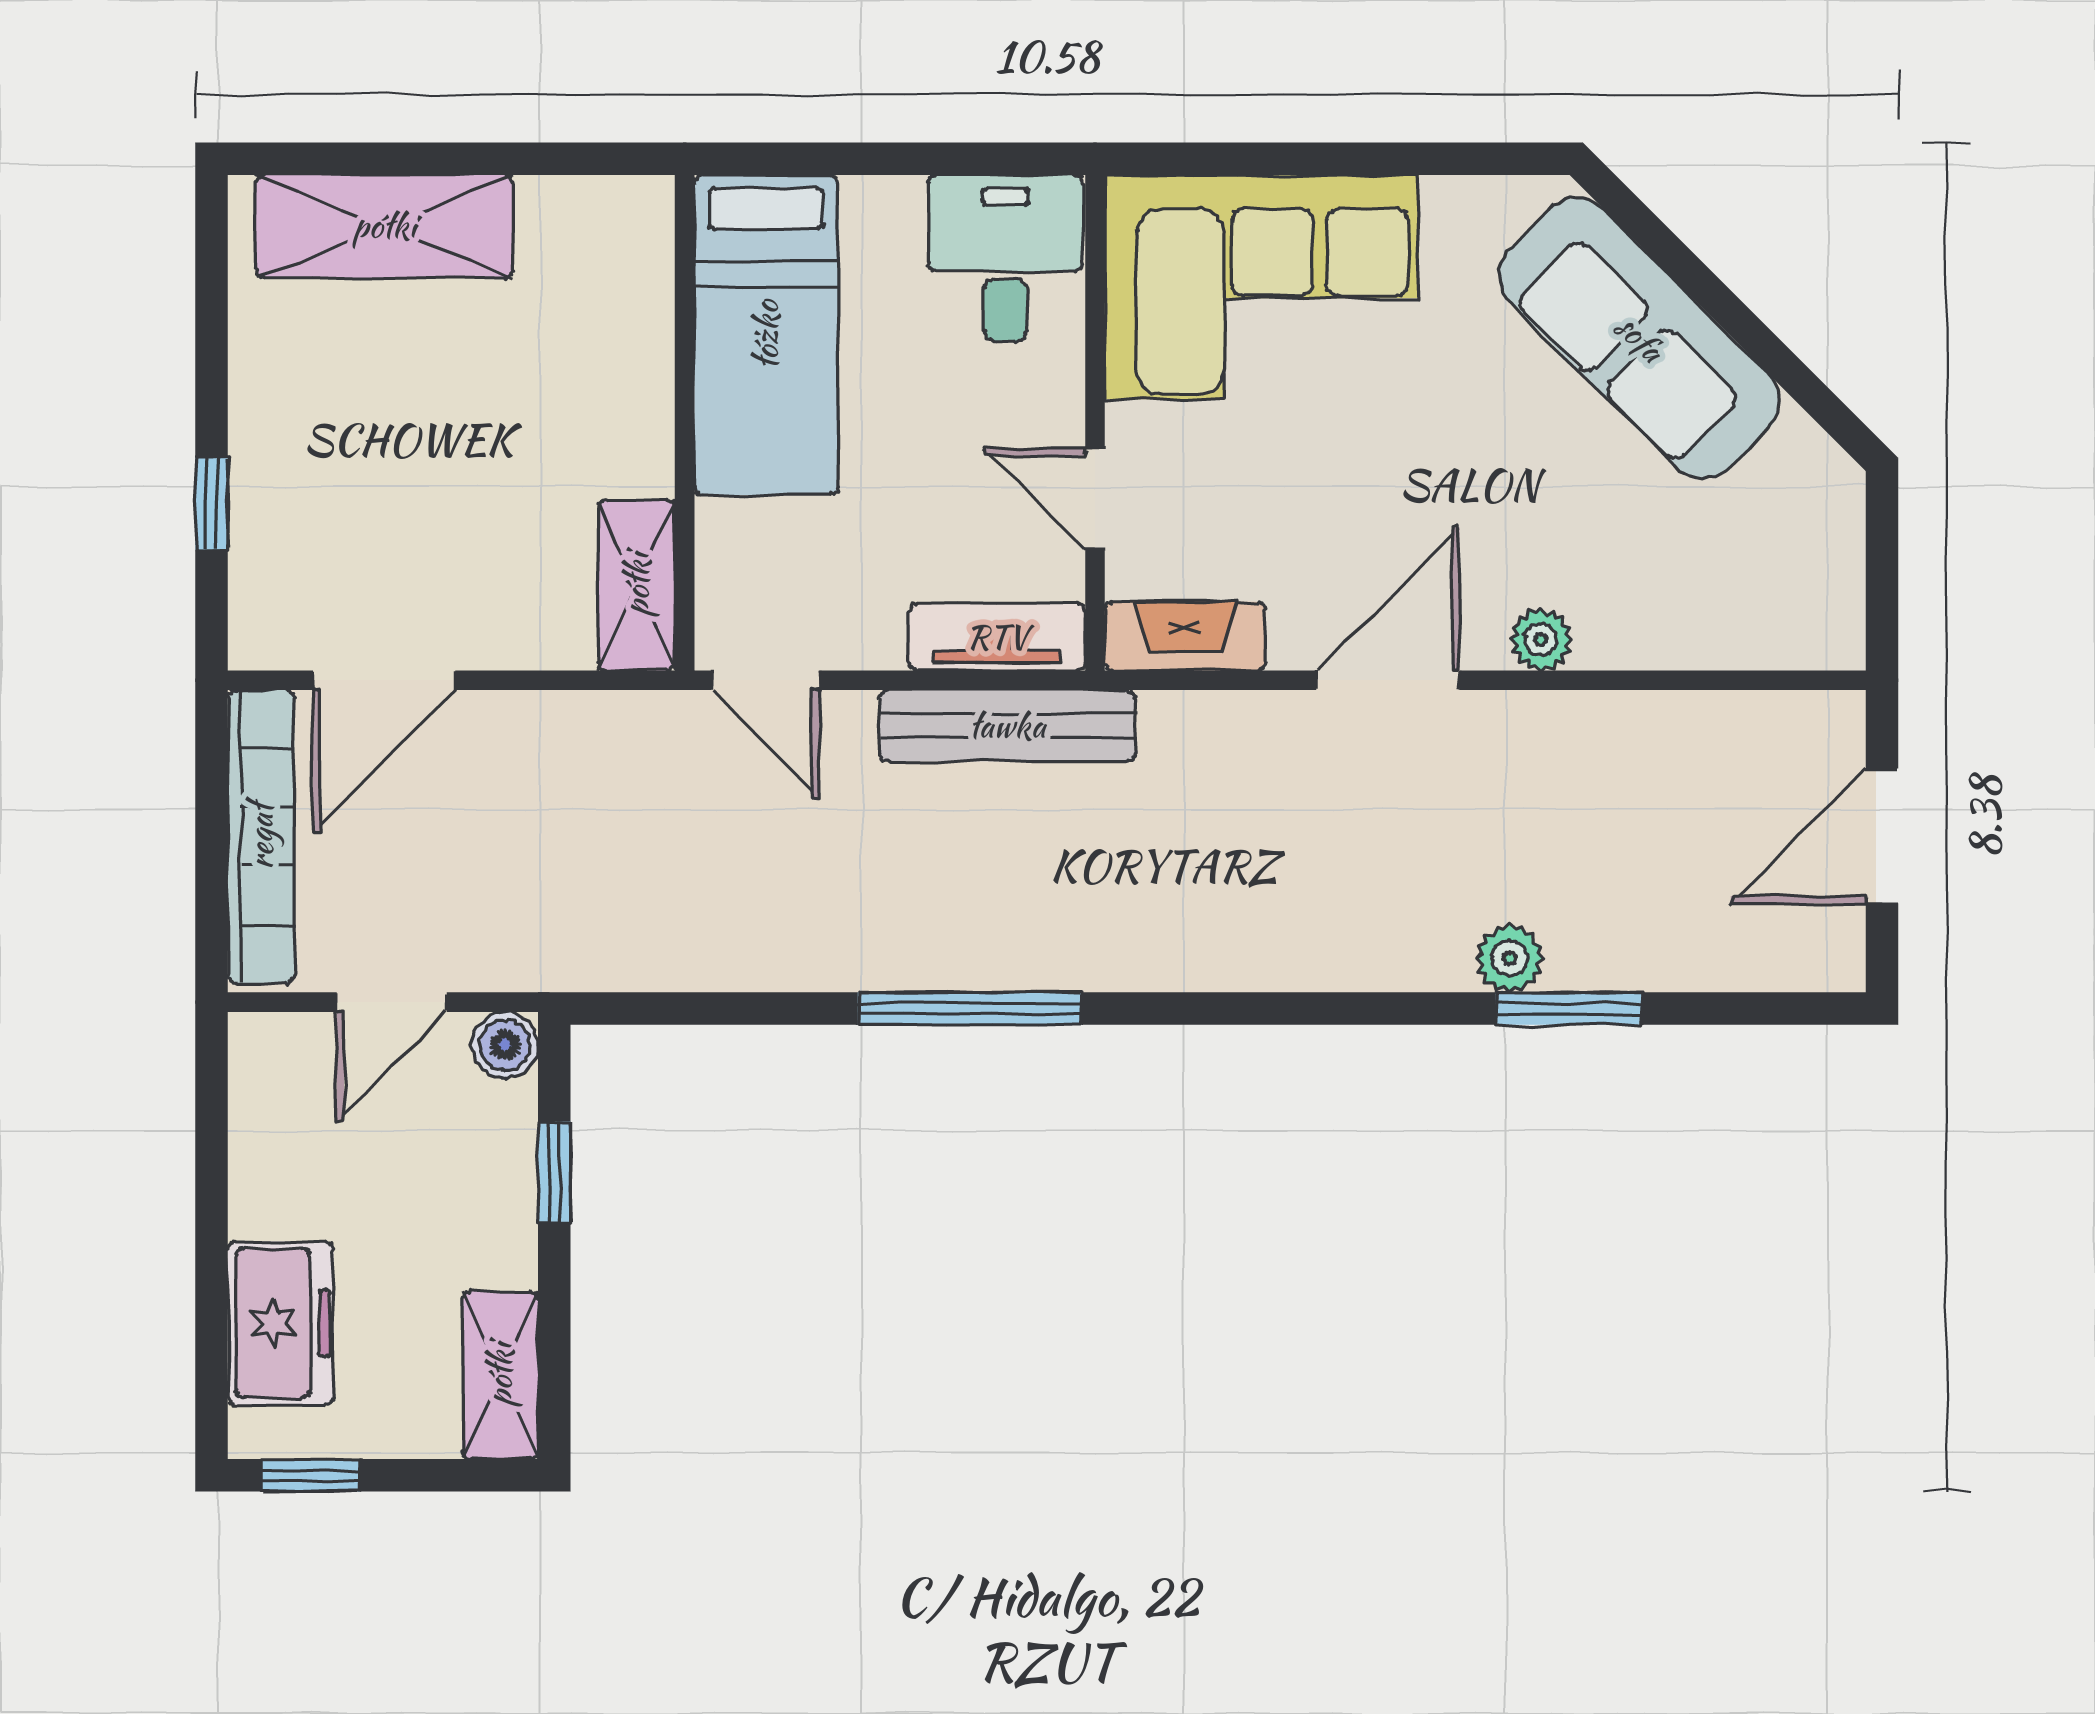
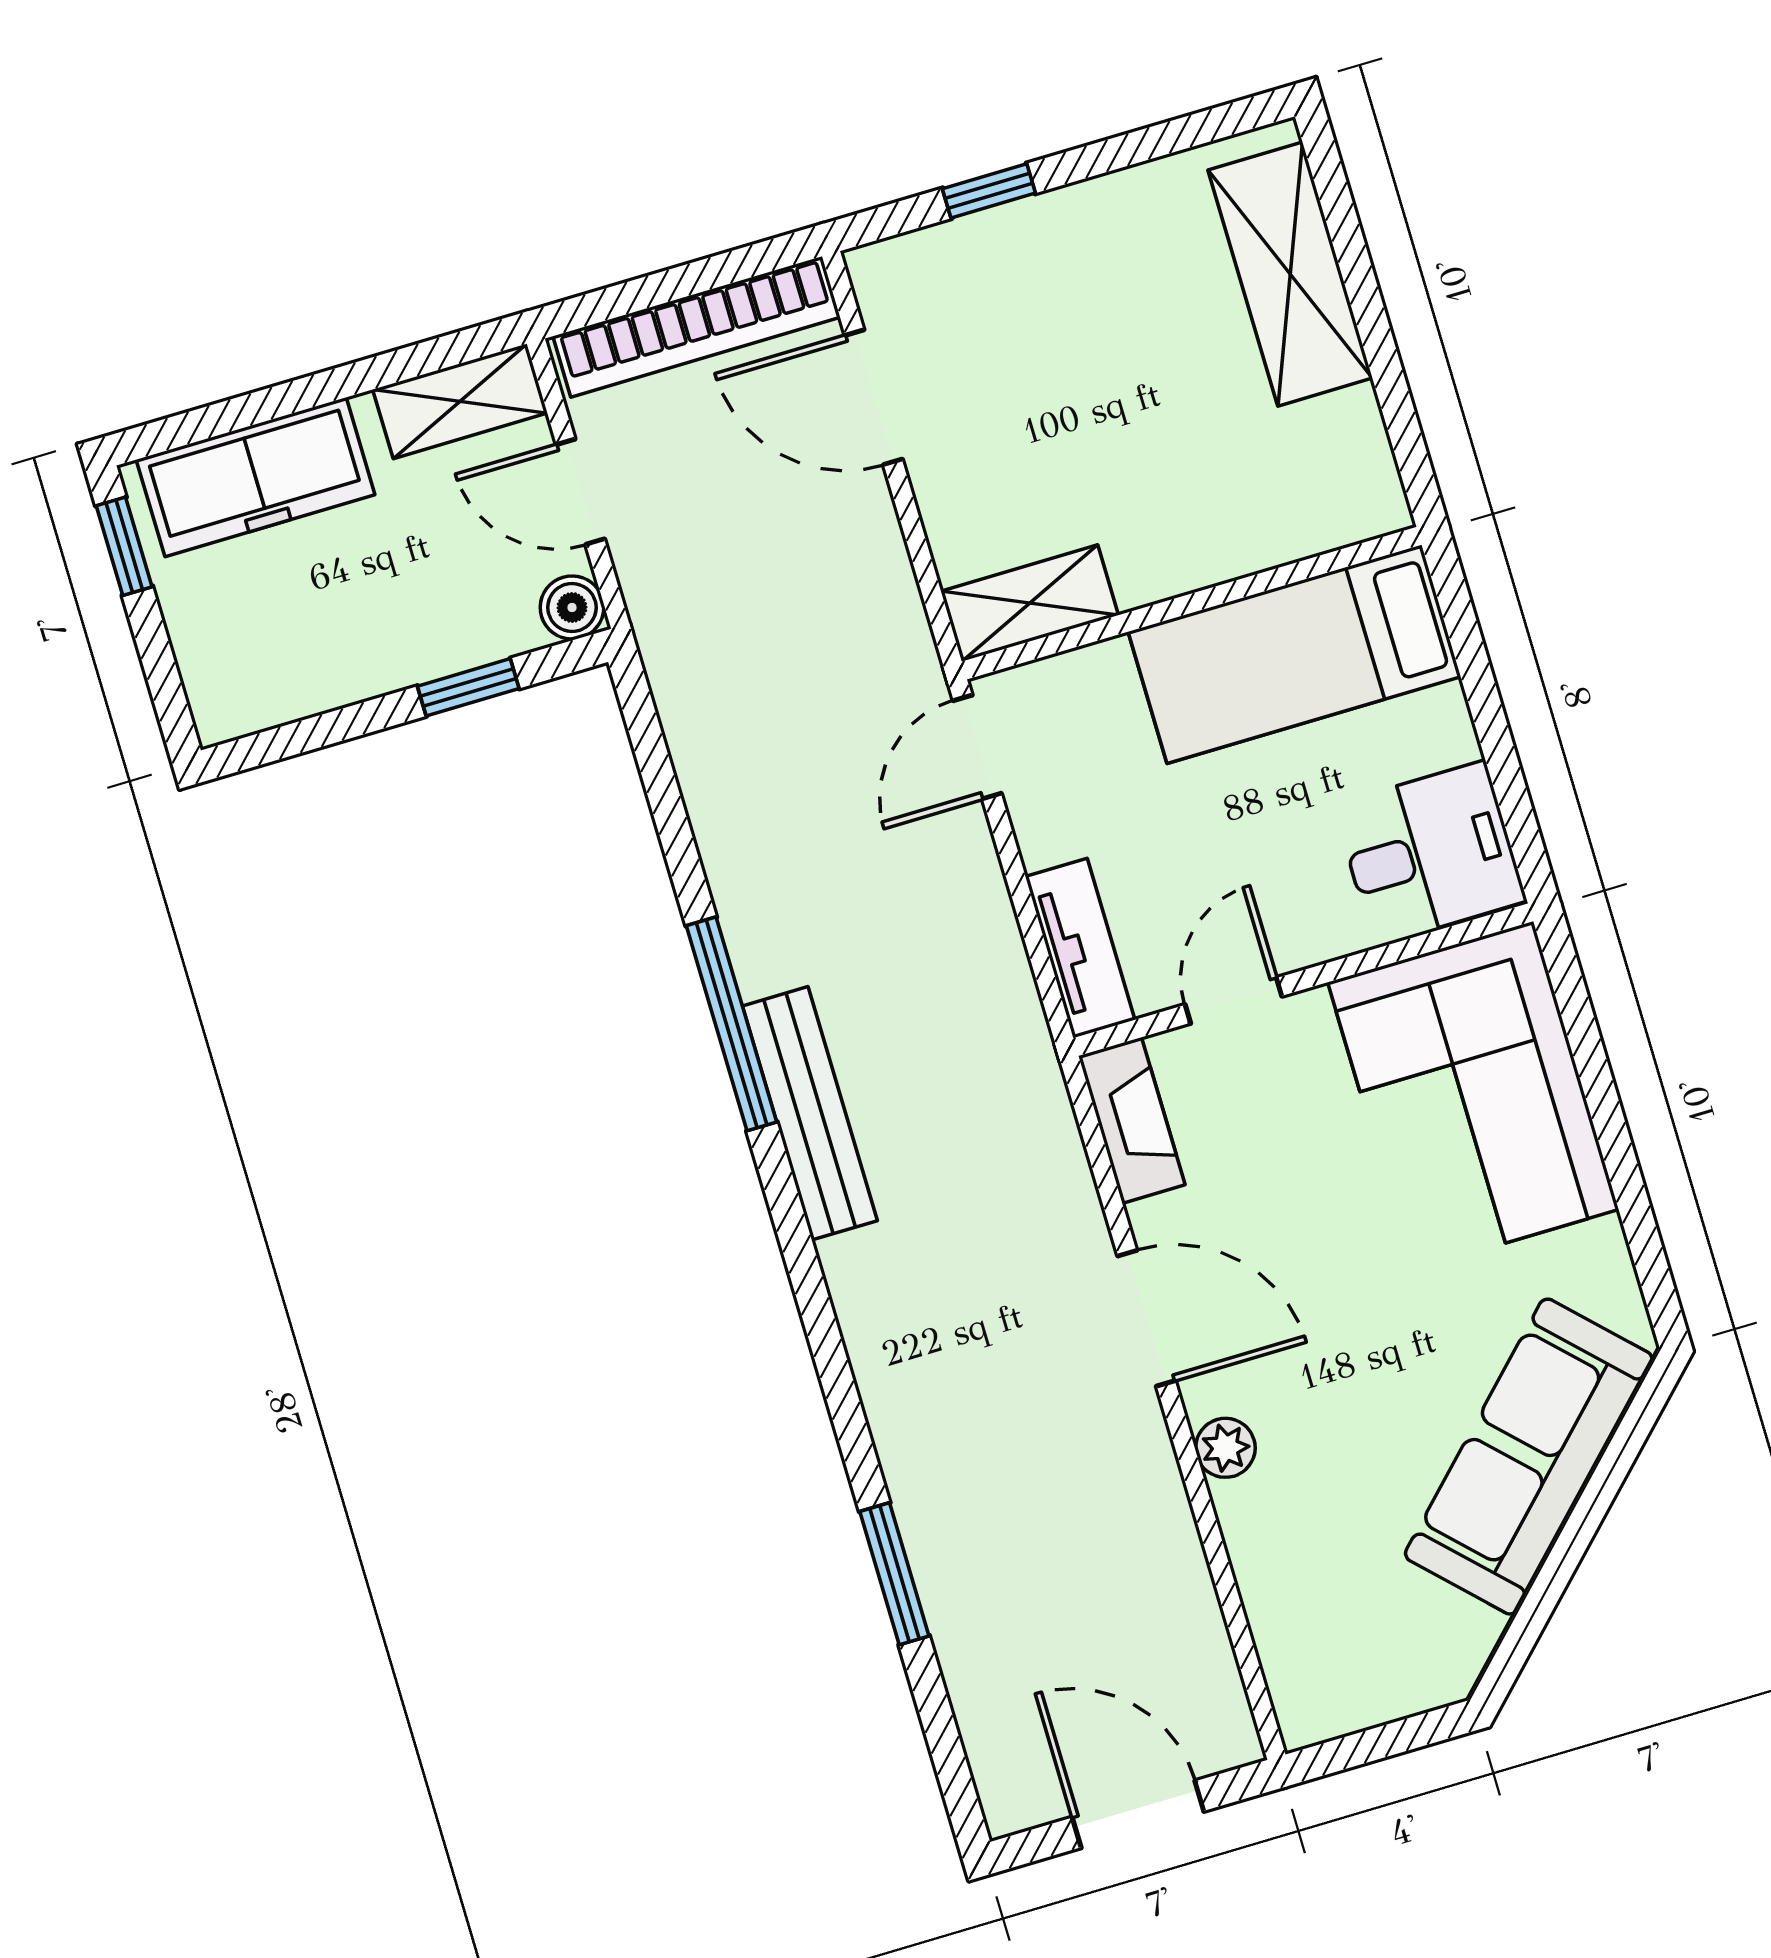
bench: (1007, 726) -> (810, 1113), moved
plant: (1510, 958) -> (924, 1506), removed
freezer: (281, 1323) -> (256, 477), width x1.40
shelving: (500, 1375) -> (460, 401), moved

